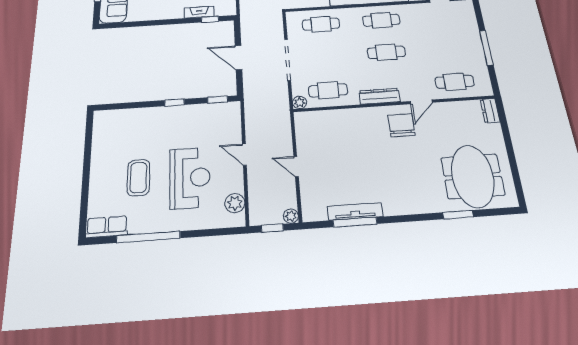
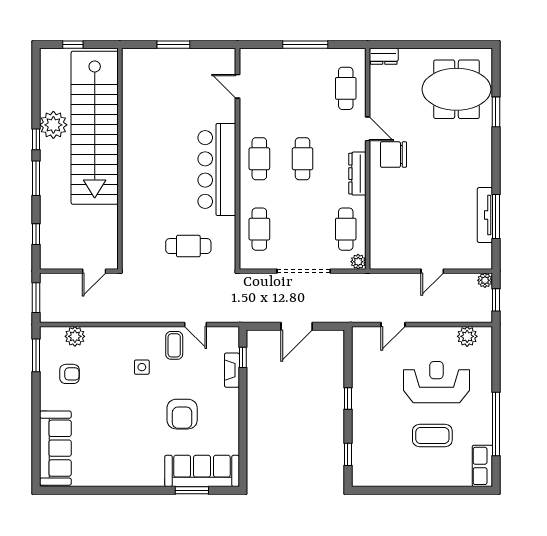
window: (218, 100) -> (348, 454), moved
door: (244, 154) -> (393, 325), moved

